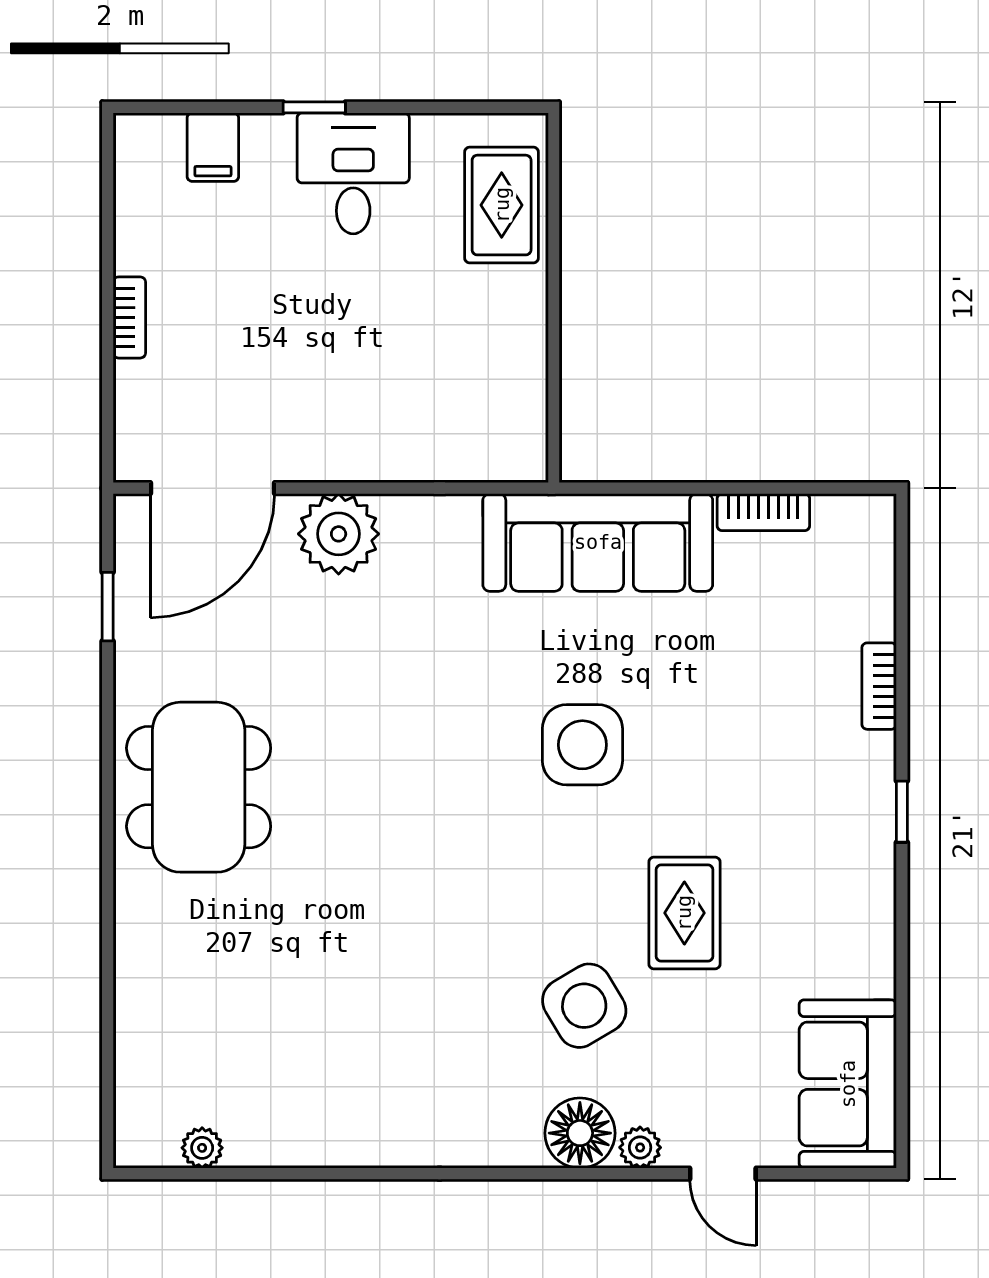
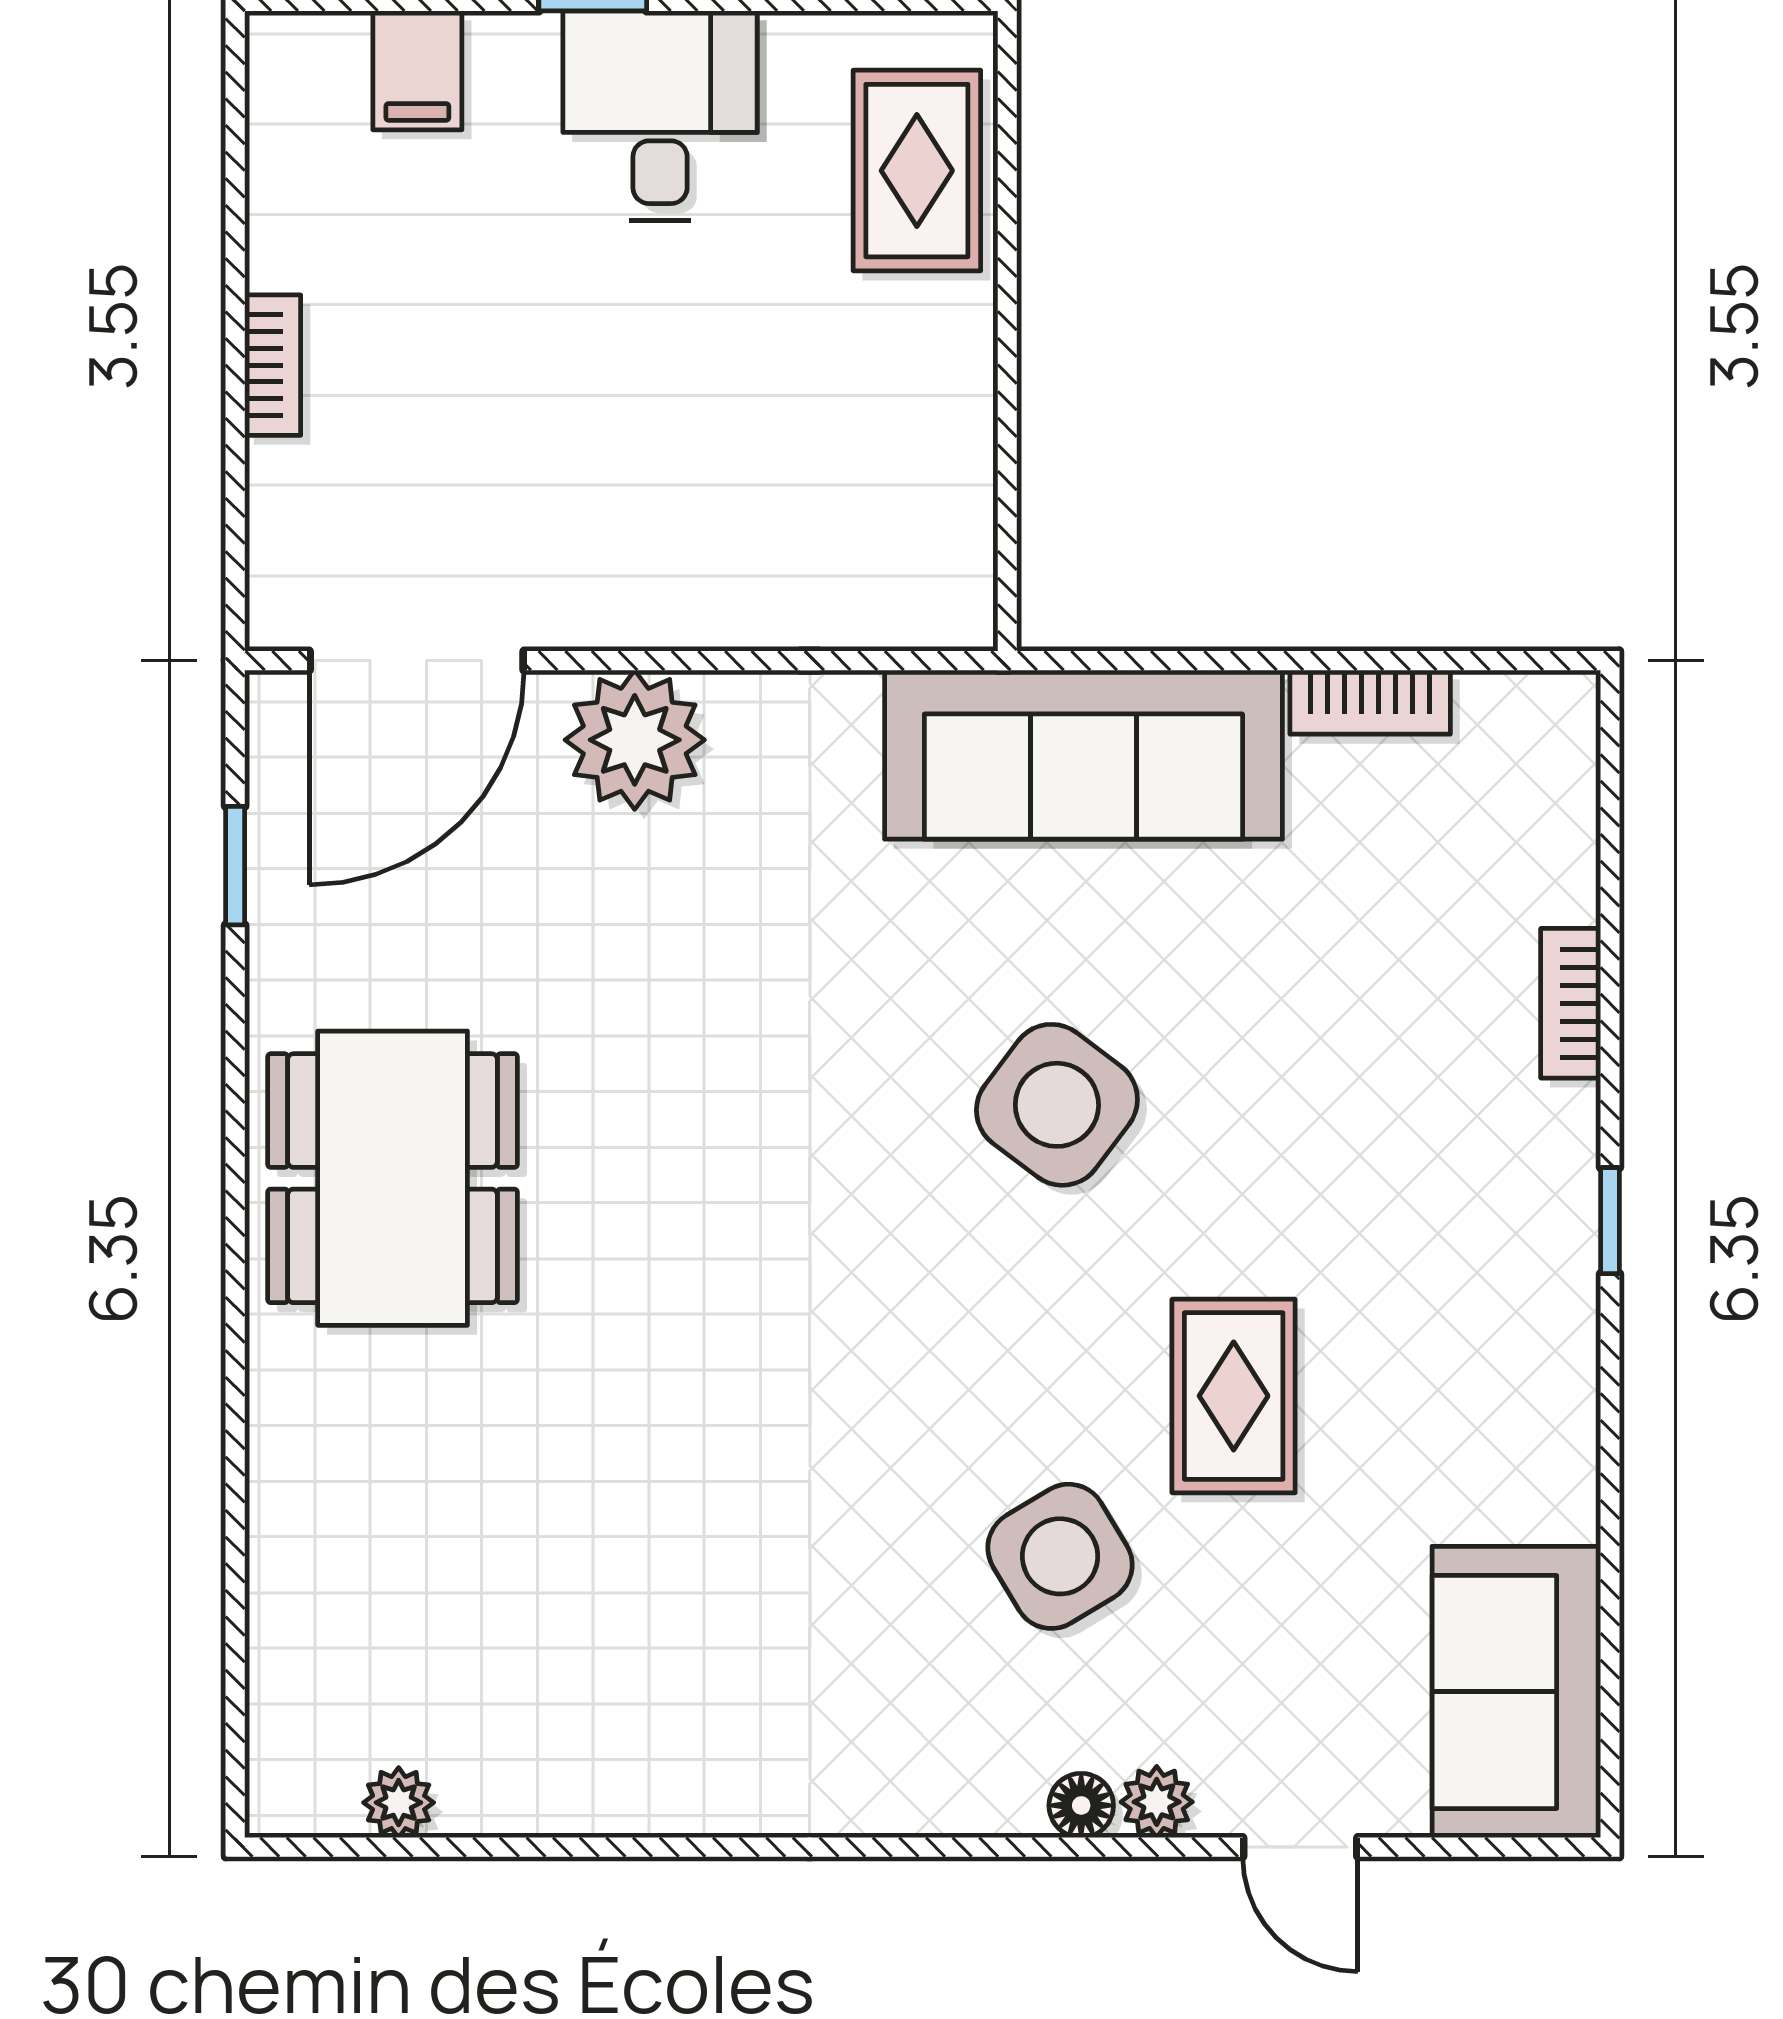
side table: (582, 745) -> (1057, 1105), turned 37
floor lamp: (580, 1133) -> (1081, 1805), width x0.53, depth x0.53

